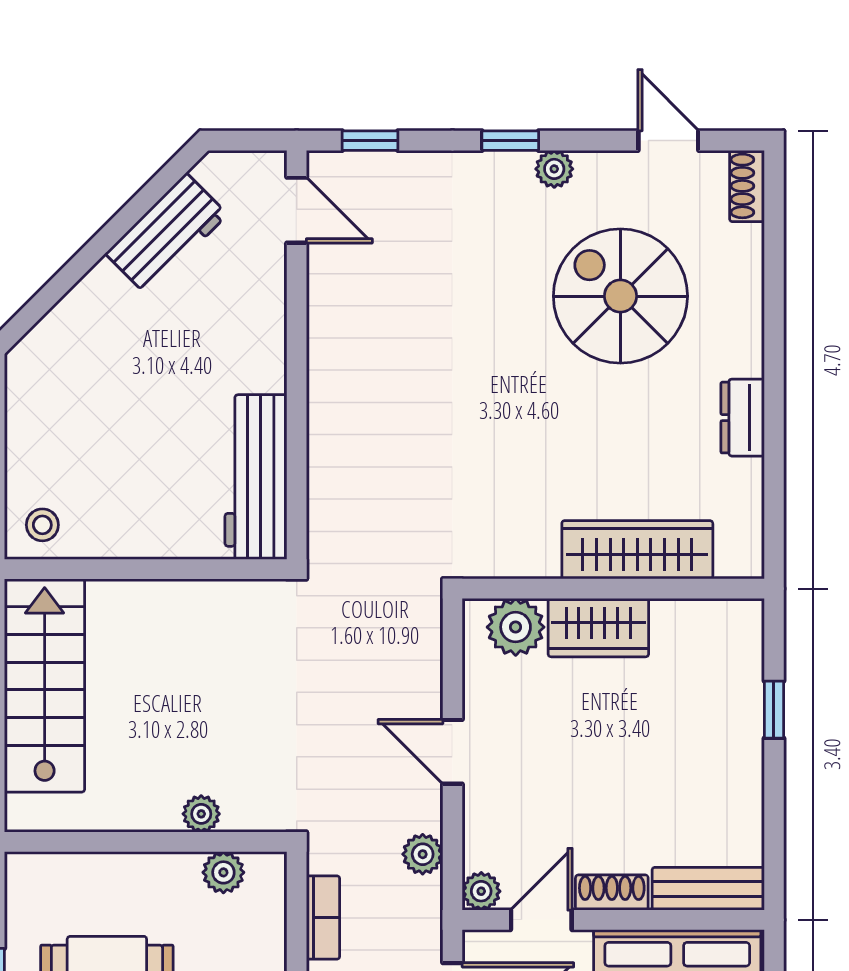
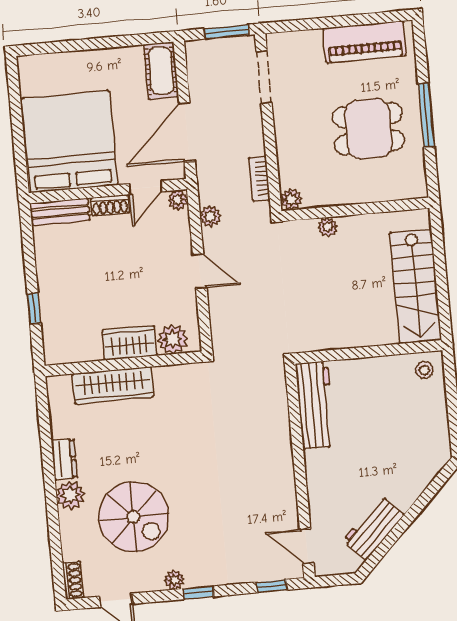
plant: (737, 348) -> (70, 495), added
plant: (223, 872) -> (291, 199), moved

